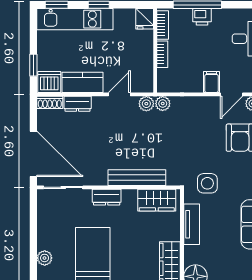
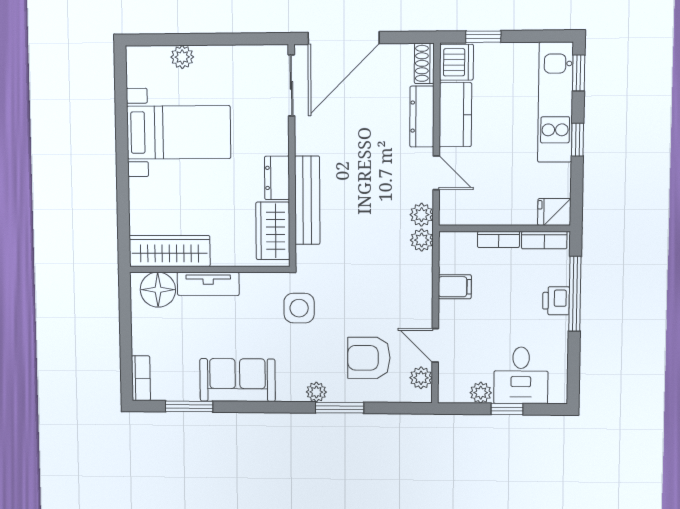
filing cabinet: (212, 82) -> (455, 287), moved
dresser: (78, 104) -> (422, 117), width x1.44
dresser: (107, 197) -> (277, 178), moved
tv unit: (192, 224) -> (208, 284), moved

